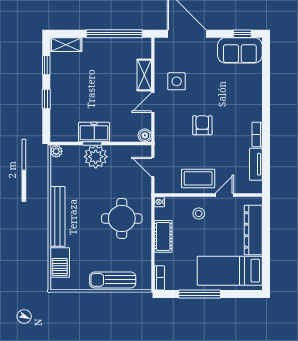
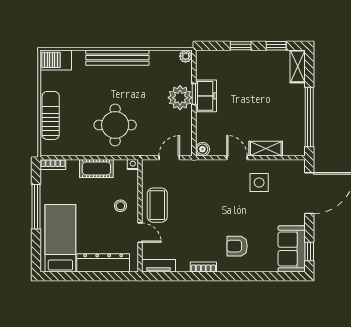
armchair: (202, 125) -> (237, 246), moved, turned 180
tv unit: (256, 164) -> (158, 266), moved
barbecue: (60, 262) -> (56, 60), moved

